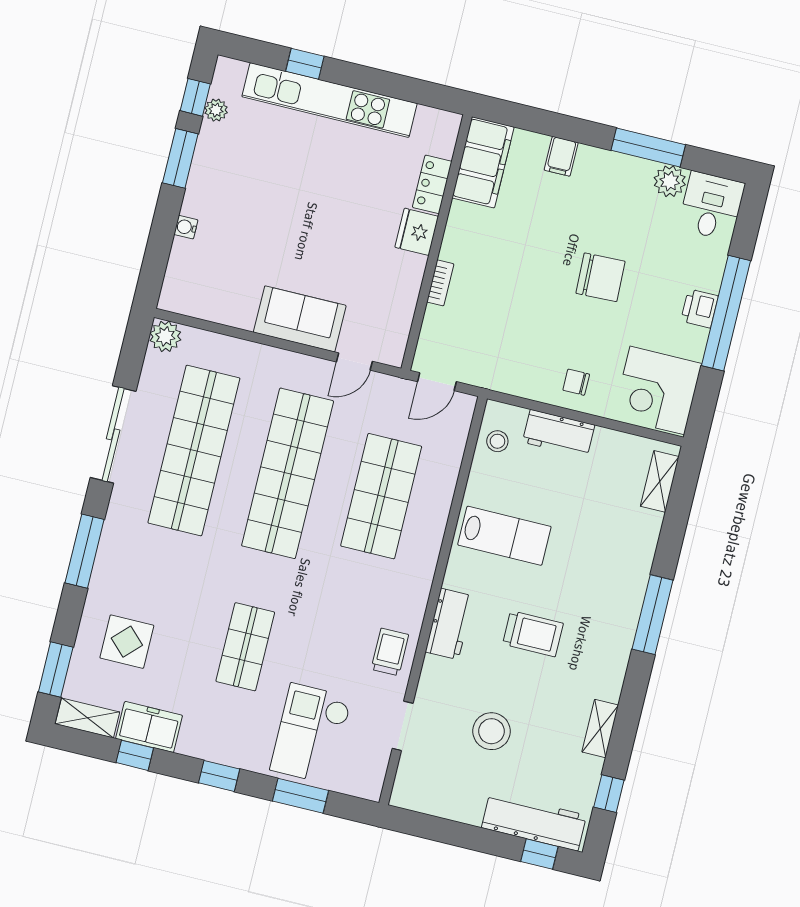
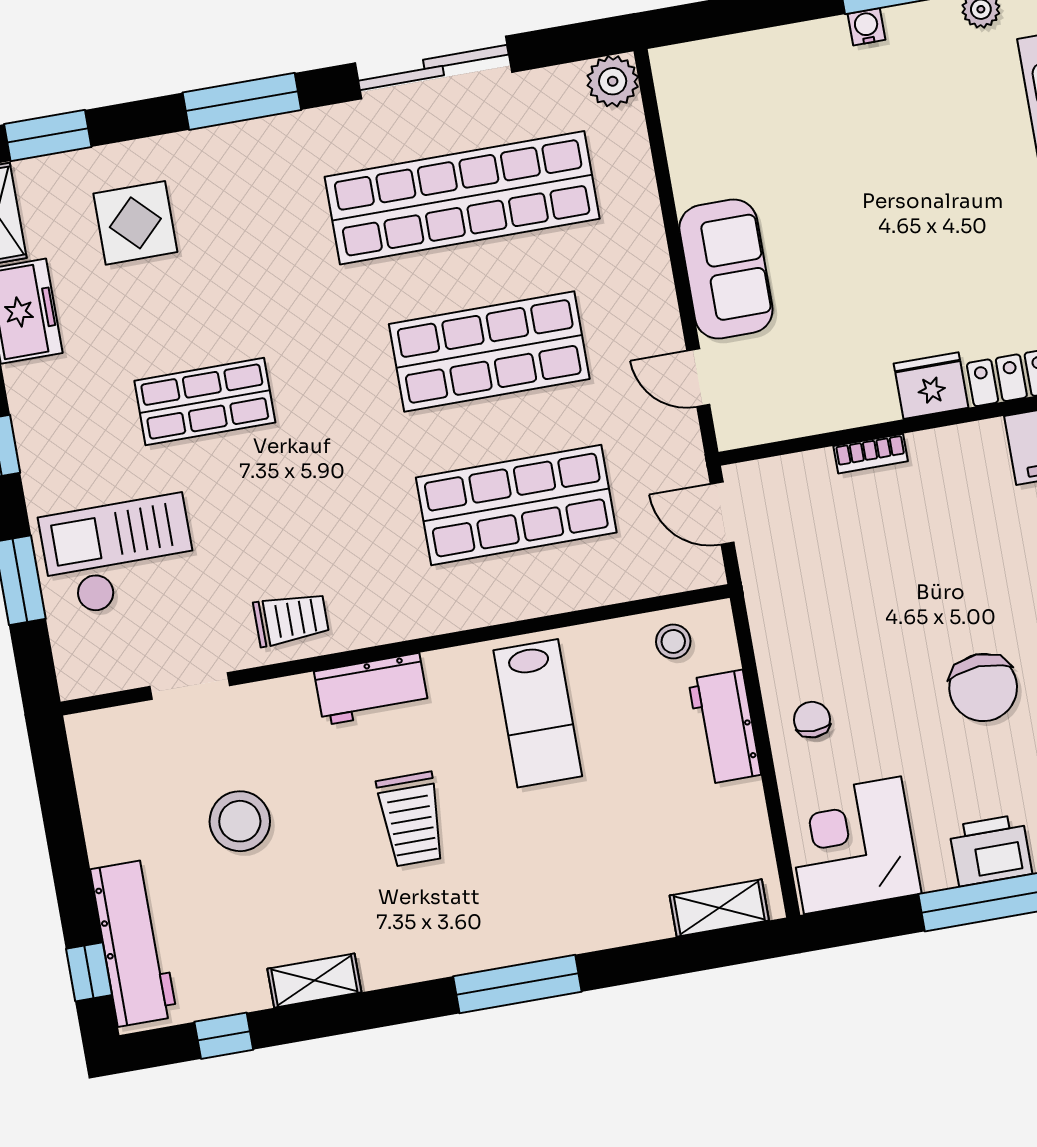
water cooler: (186, 227) -> (866, 27), moved
printer: (699, 308) -> (991, 850), width x1.36, depth x1.24
shop shelf: (288, 473) -> (489, 351), width x0.71

